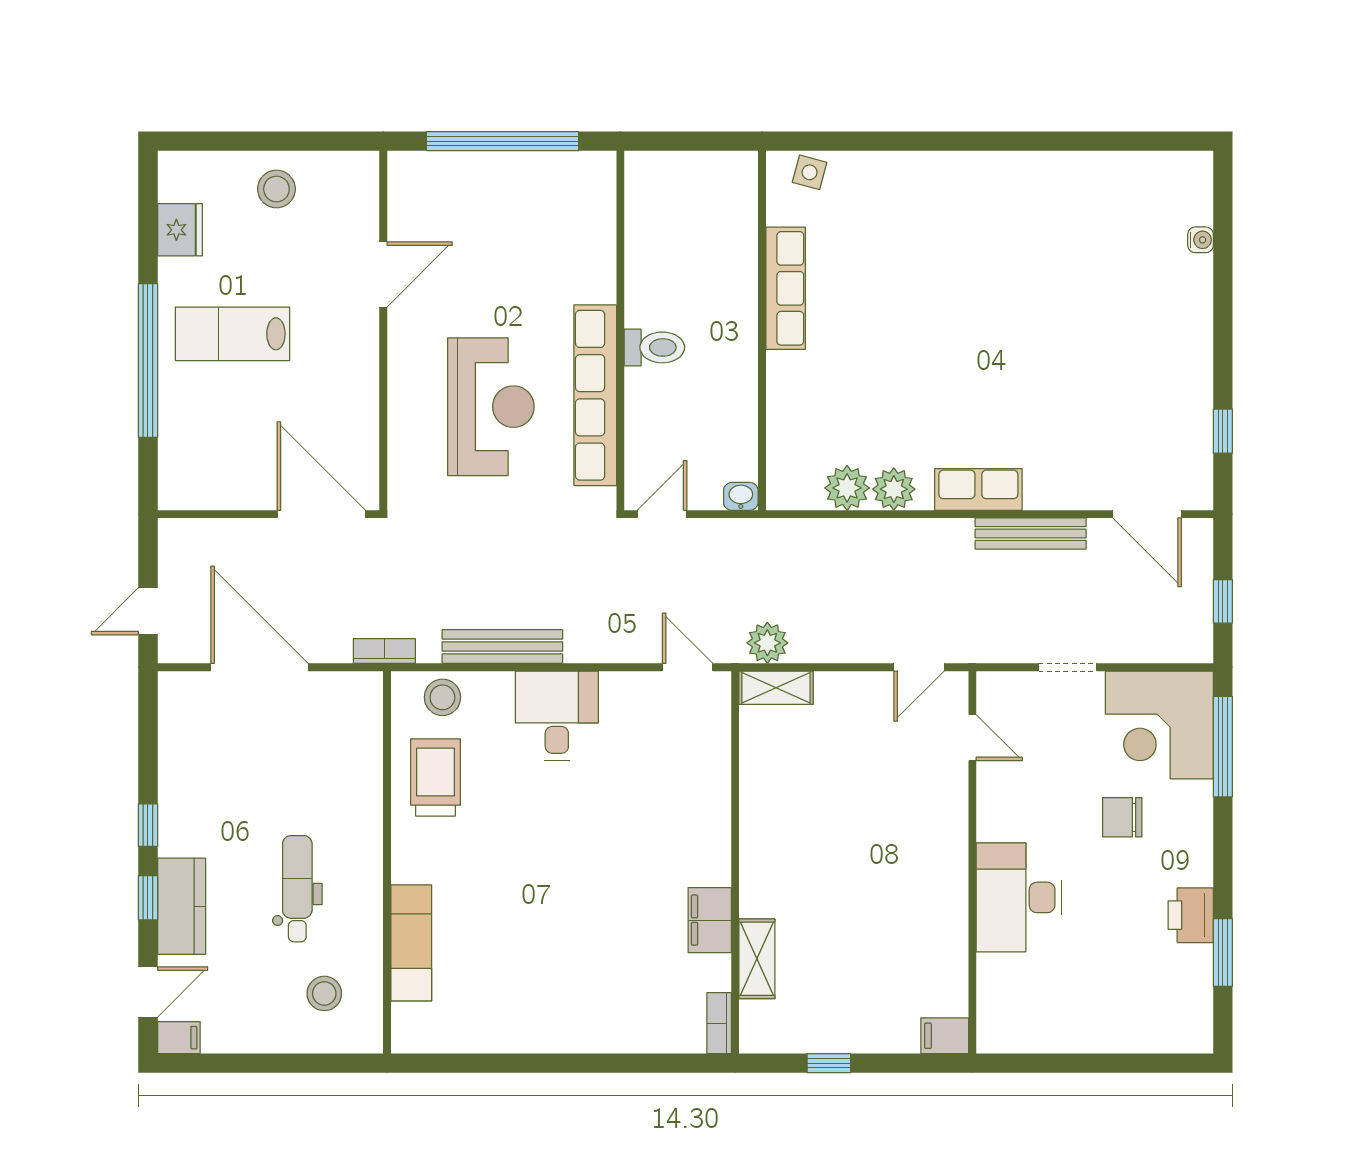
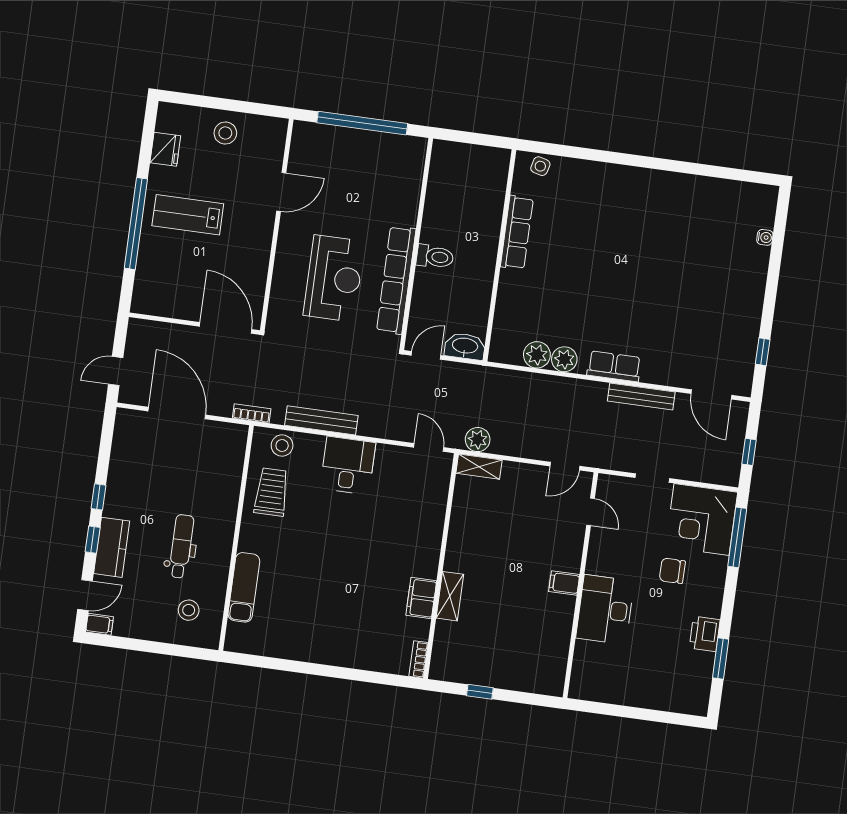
washbasin: (741, 496) -> (465, 346), width x1.91, depth x1.45
shelving: (757, 959) -> (450, 596), moved
filing cabinet: (945, 1036) -> (564, 583), moved

